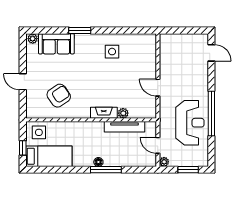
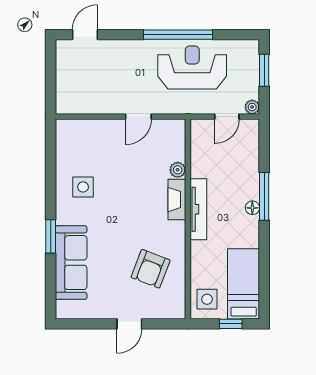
plant: (33, 39) -> (63, 309), removed
sofa: (56, 44) -> (71, 263), width x1.36
armchair: (59, 96) -> (151, 269), turned -125
tv unit: (124, 127) -> (198, 209), moved

